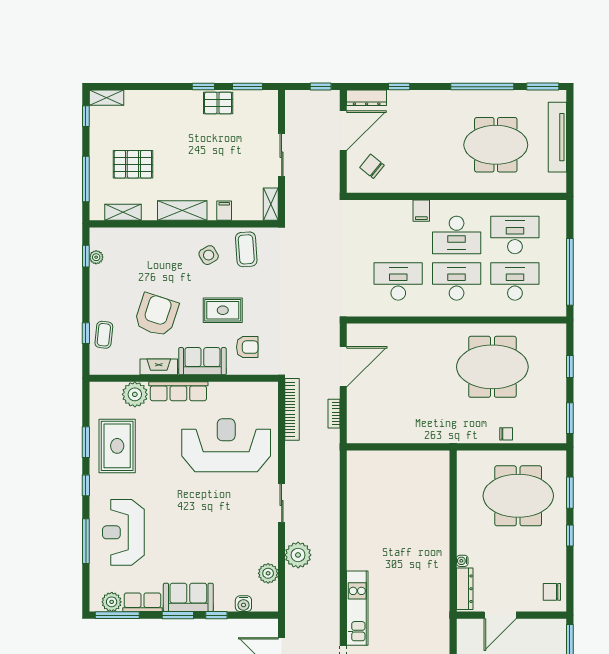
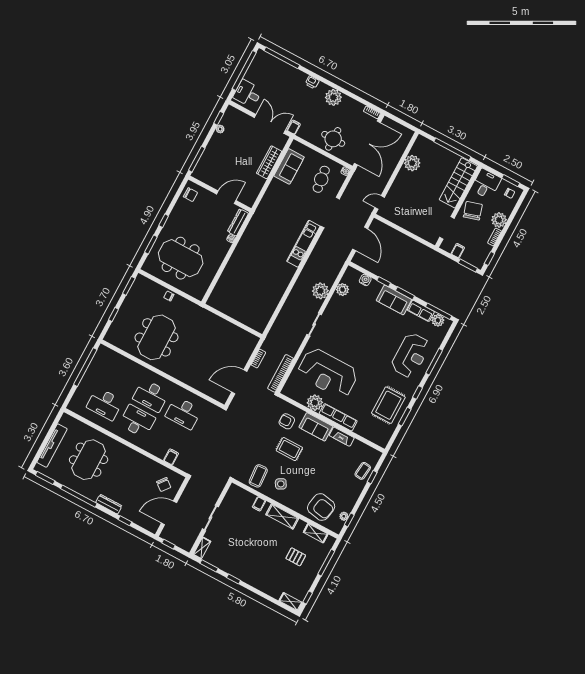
dresser: (367, 98) -> (109, 504), moved
pallet: (218, 103) -> (230, 566), removed
meeting table: (496, 145) -> (89, 460), turned 90
pallet: (133, 164) -> (296, 557), width x0.67, depth x0.71
shelving: (271, 204) -> (202, 548), moved
filing cabinet: (421, 211) -> (171, 457), moved
desk: (515, 281) -> (119, 378), removed
armchair: (156, 315) -> (321, 507), moved, turned -98
meeting table: (492, 367) -> (156, 337), turned 90
plant: (135, 394) -> (315, 403), moved

